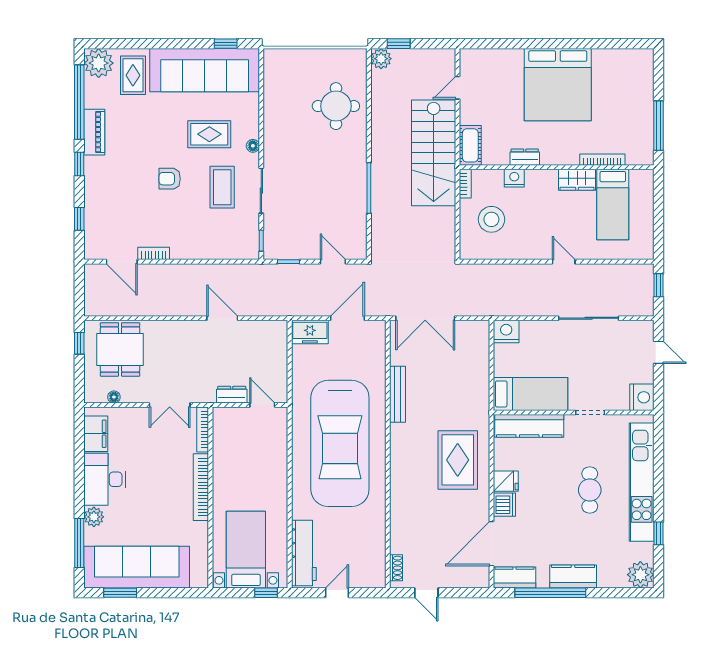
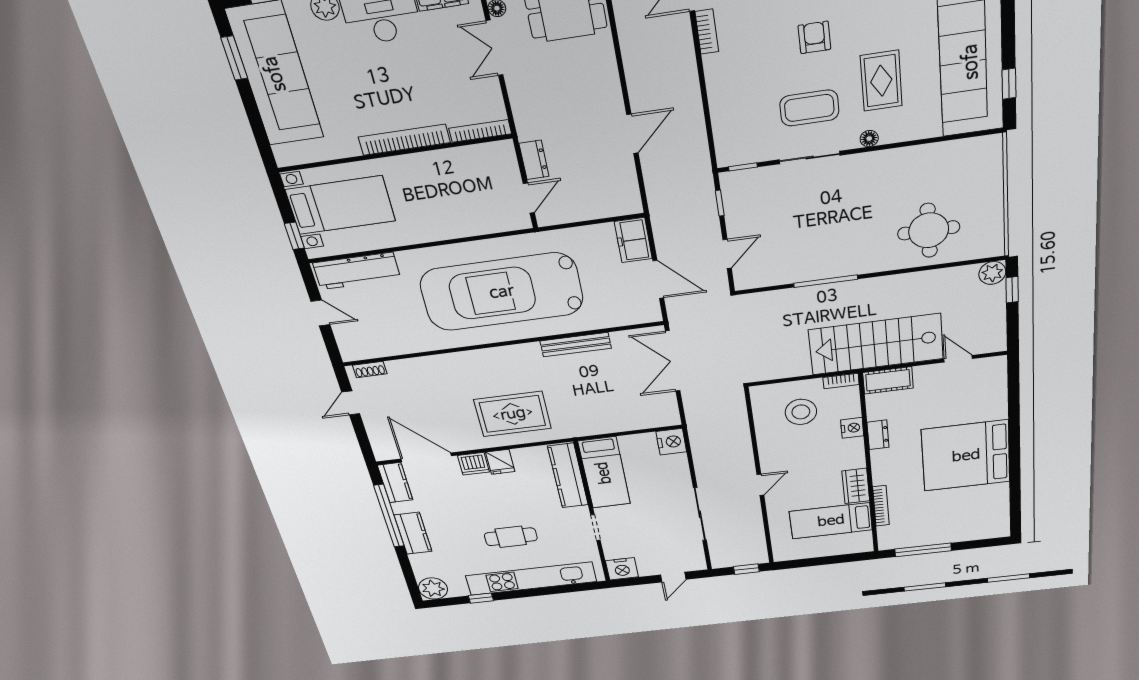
double door: (170, 405) -> (494, 48), moved

